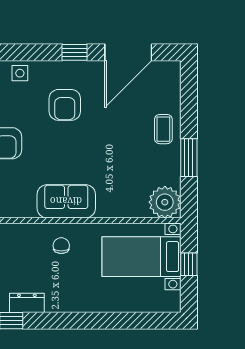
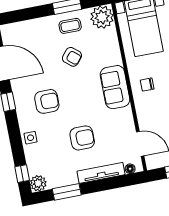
coffee table: (163, 129) -> (70, 26), moved
armchair: (119, 151) -> (72, 57), added

